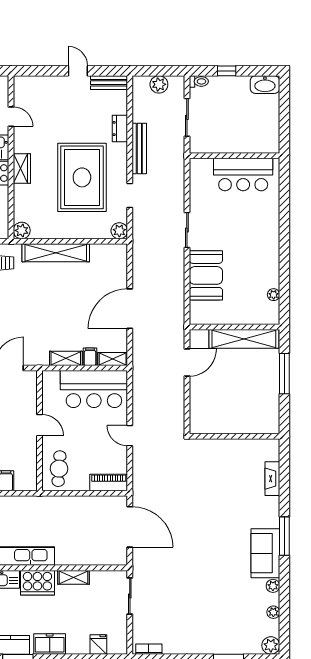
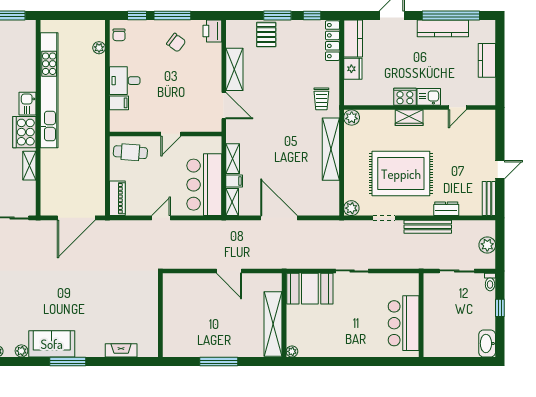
wall: (234, 327) -> (284, 315), moved
shelving: (244, 339) -> (273, 324), moved

